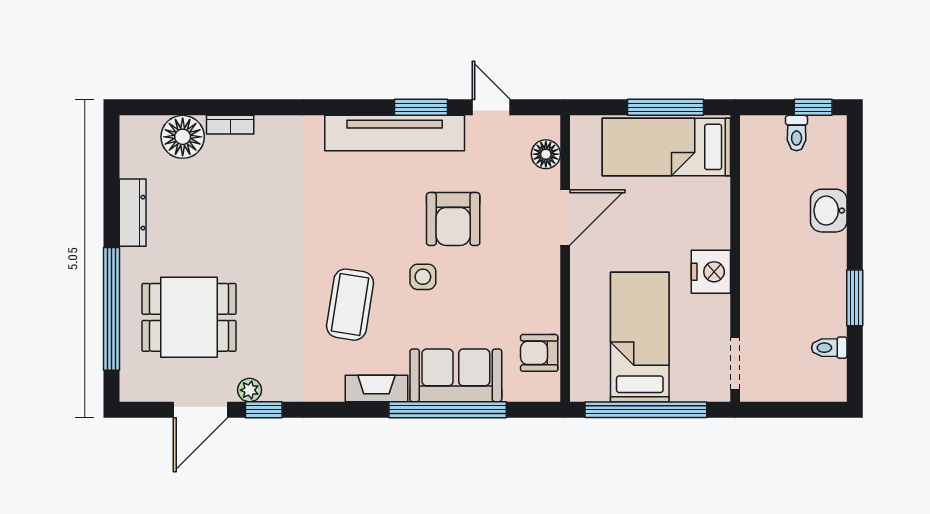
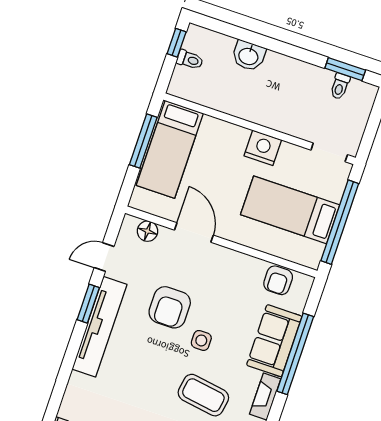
armchair: (453, 219) -> (170, 307), turned 90
window: (855, 298) -> (345, 69), moved

